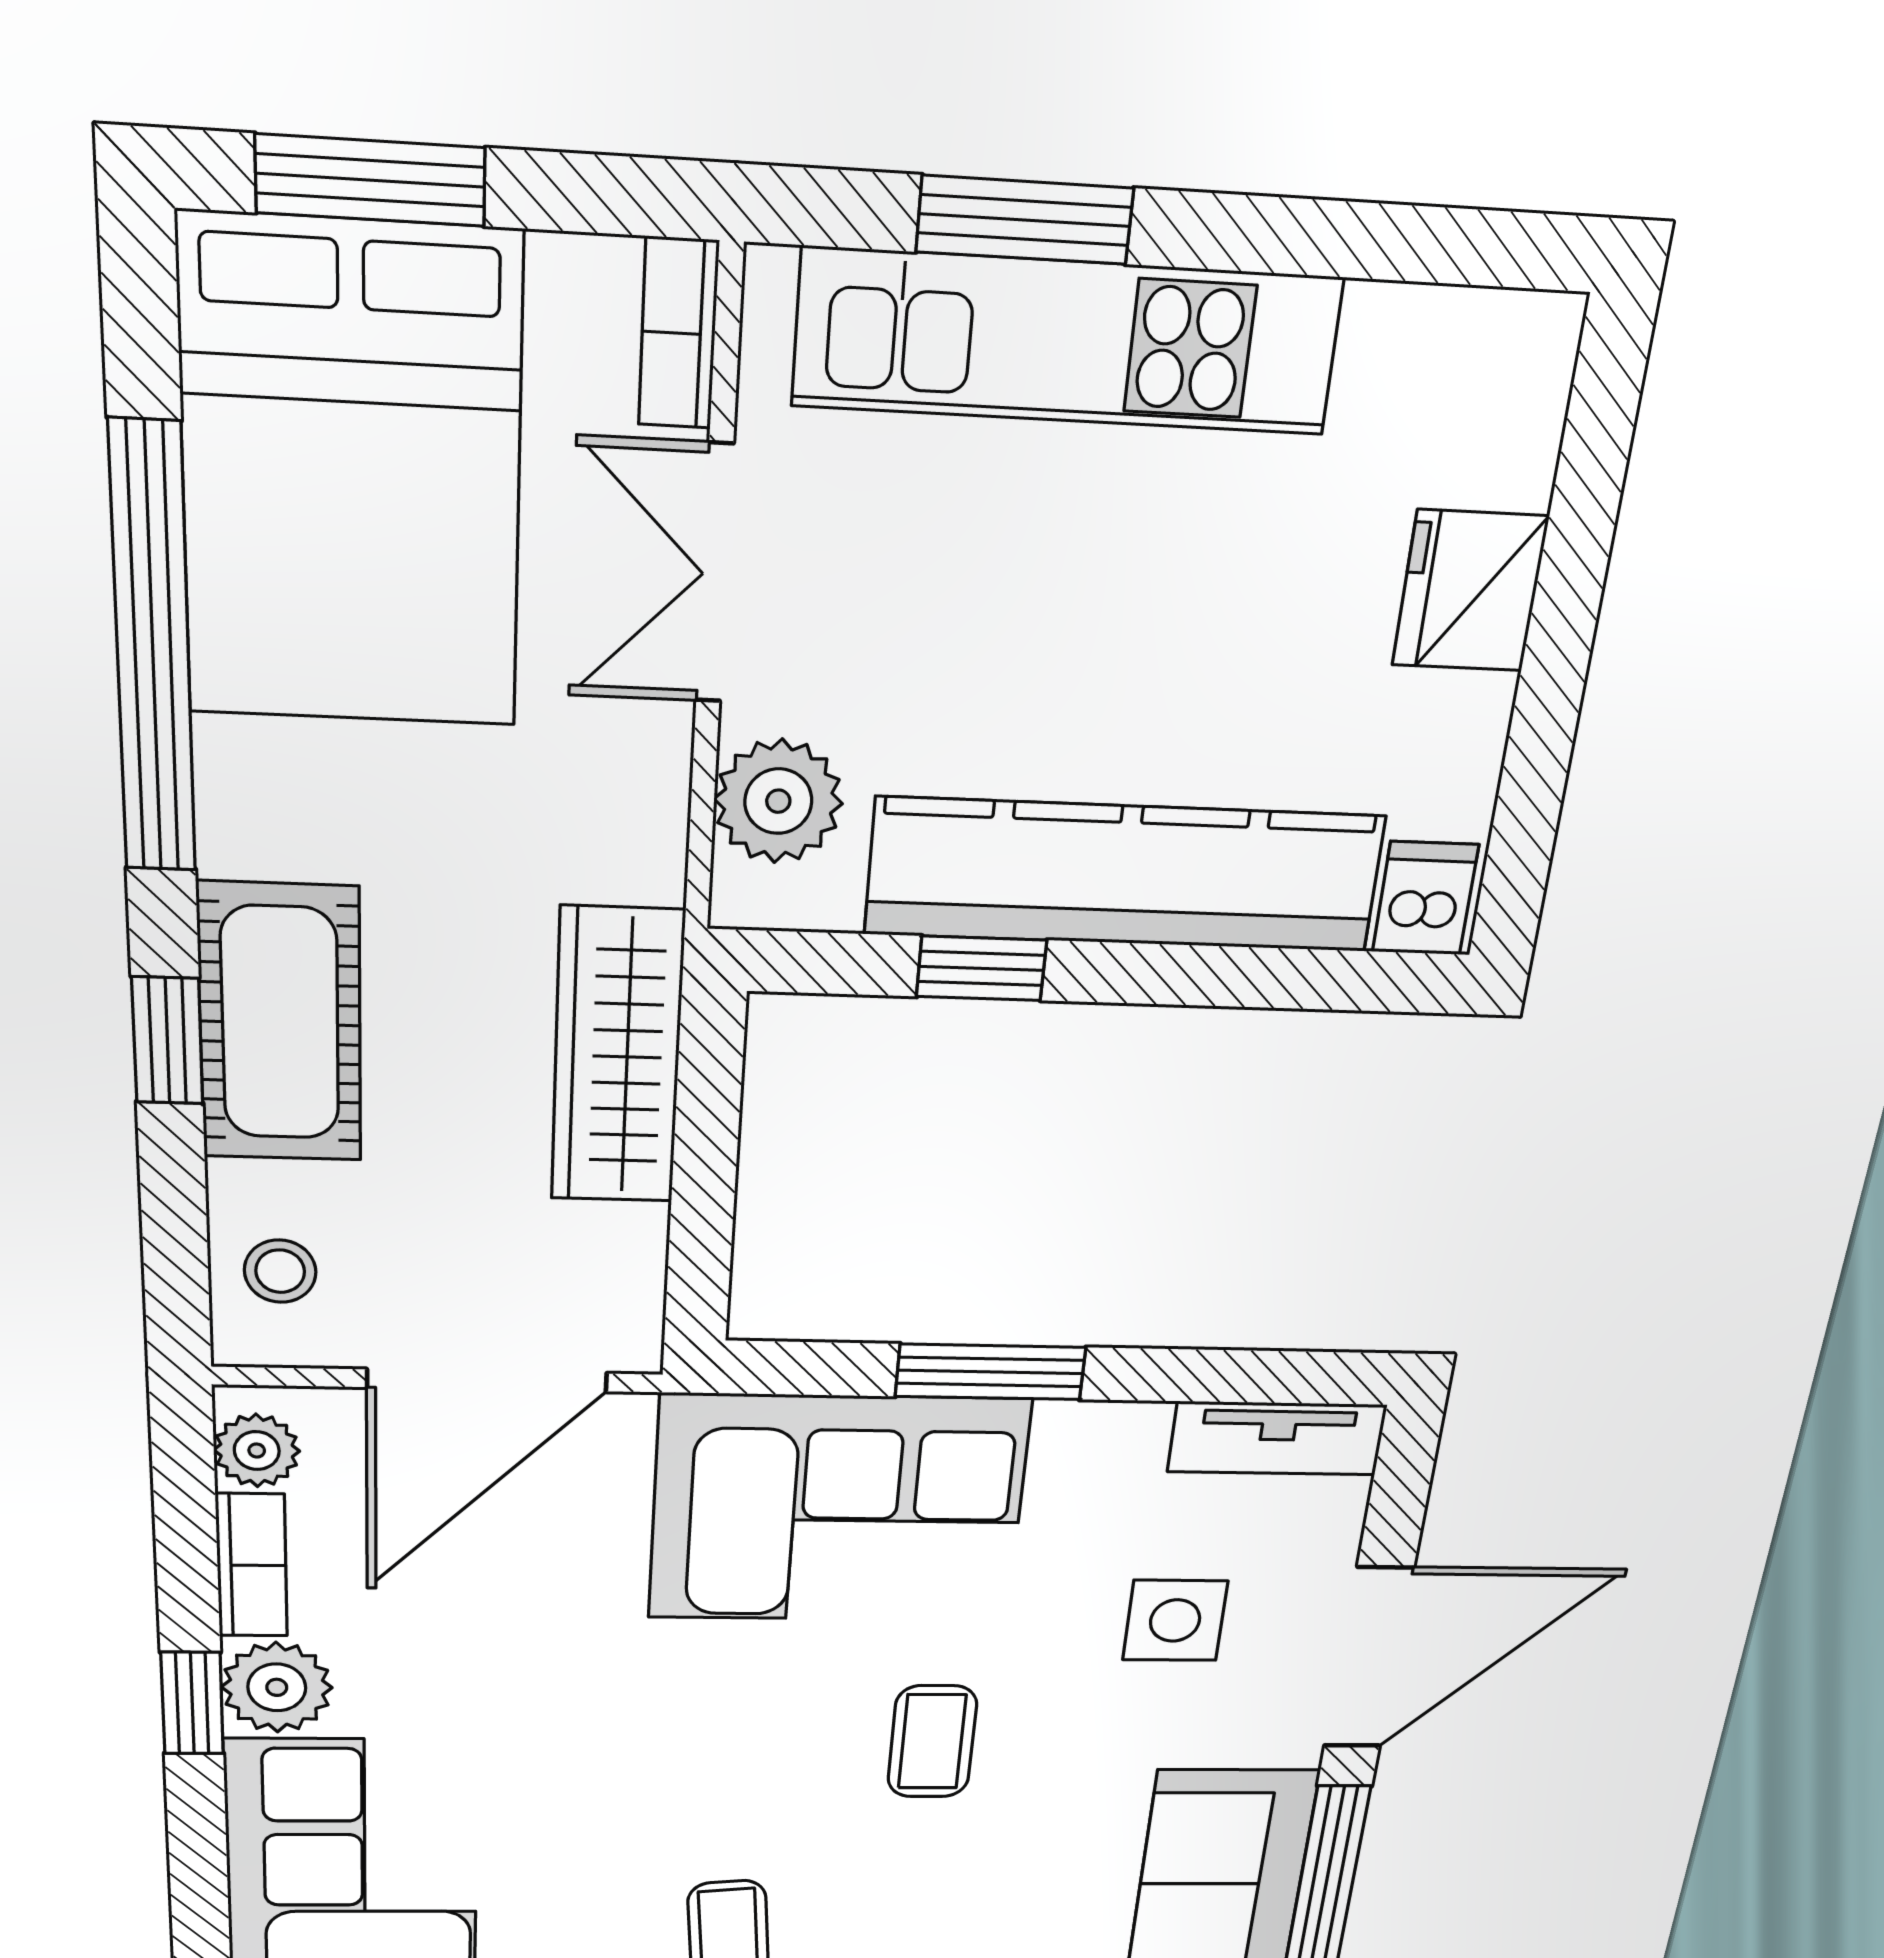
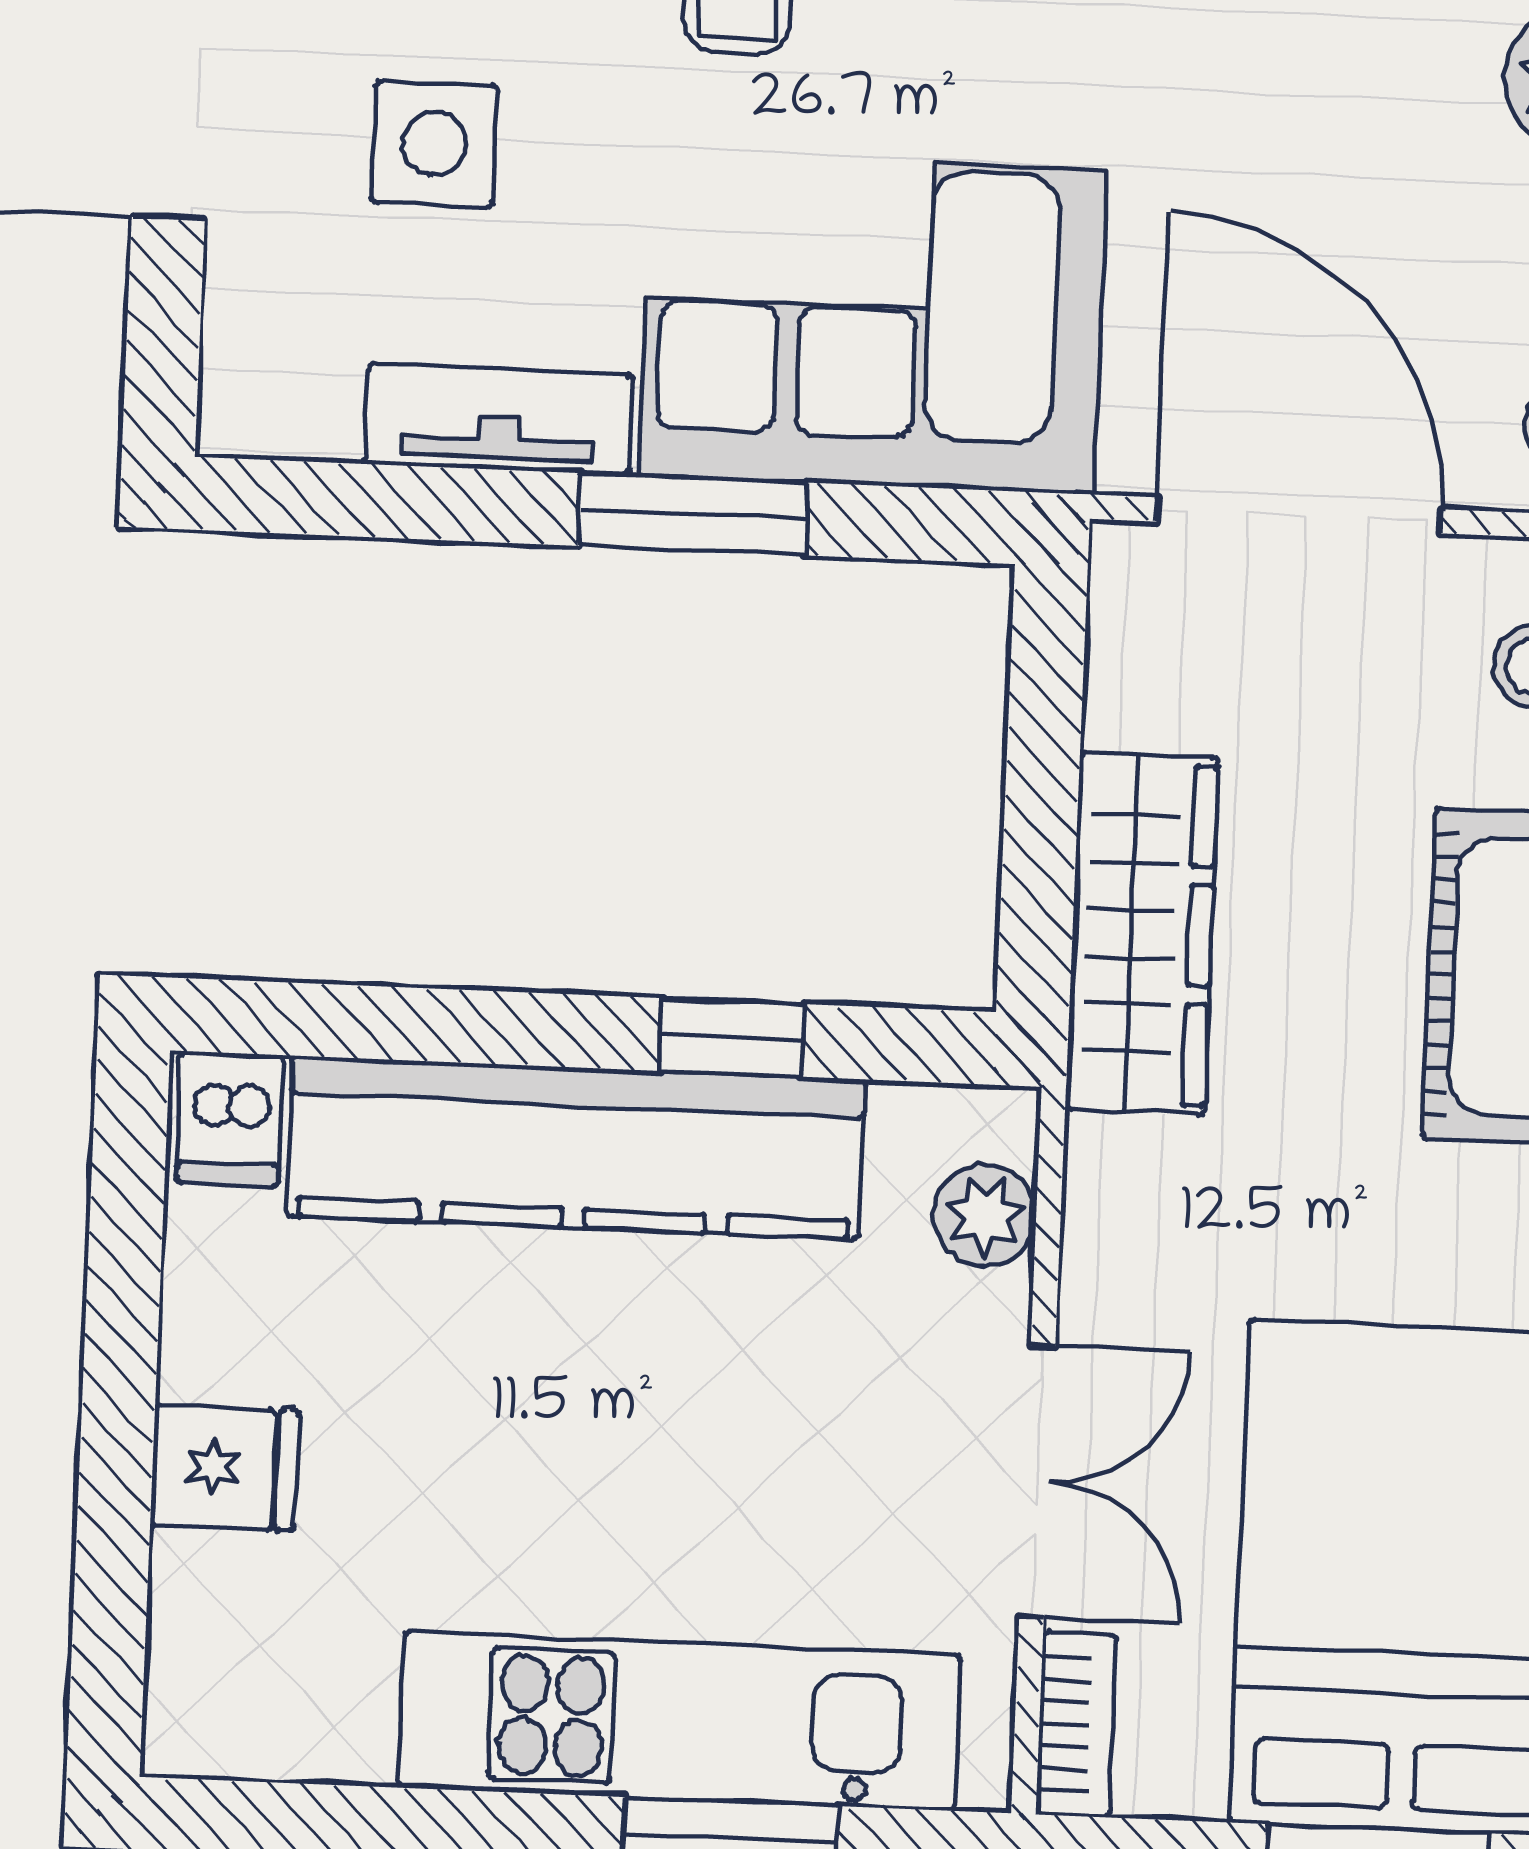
fridge: (1470, 591) -> (225, 1468), width x0.72
plant: (778, 801) -> (985, 1216), width x0.73, depth x0.73
door: (487, 1380) -> (1299, 515), hinge flipped
tv unit: (1277, 1438) -> (499, 419), moved

